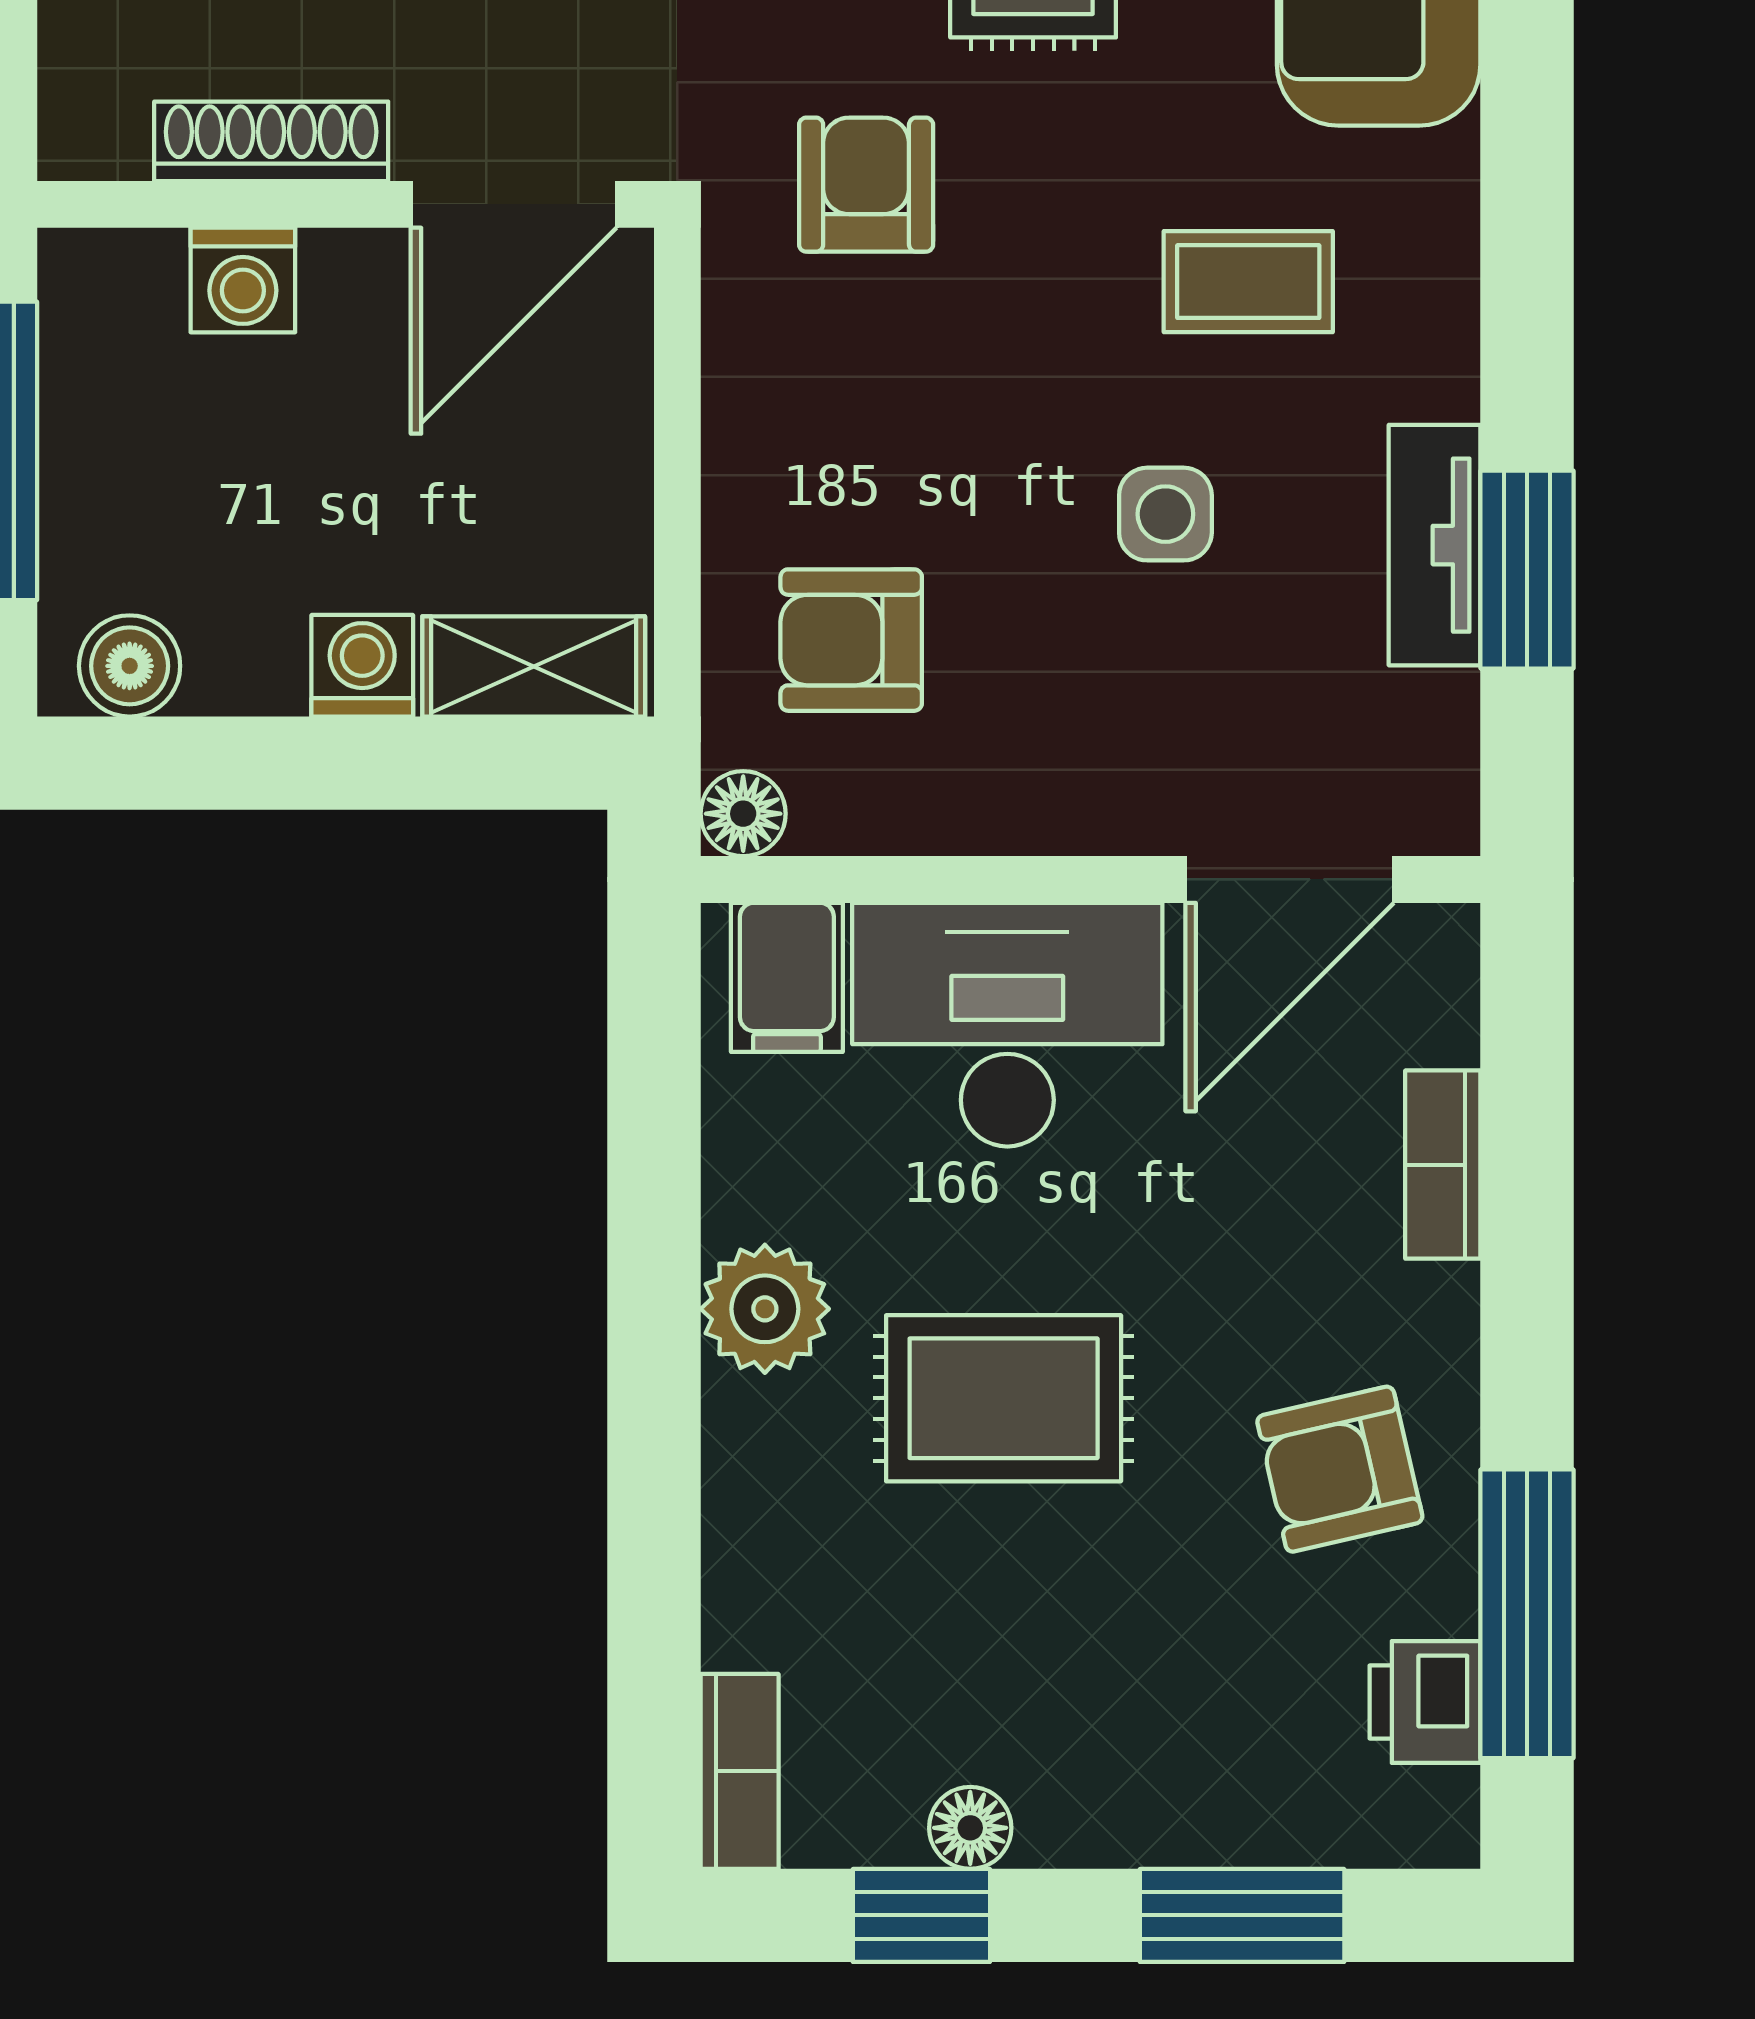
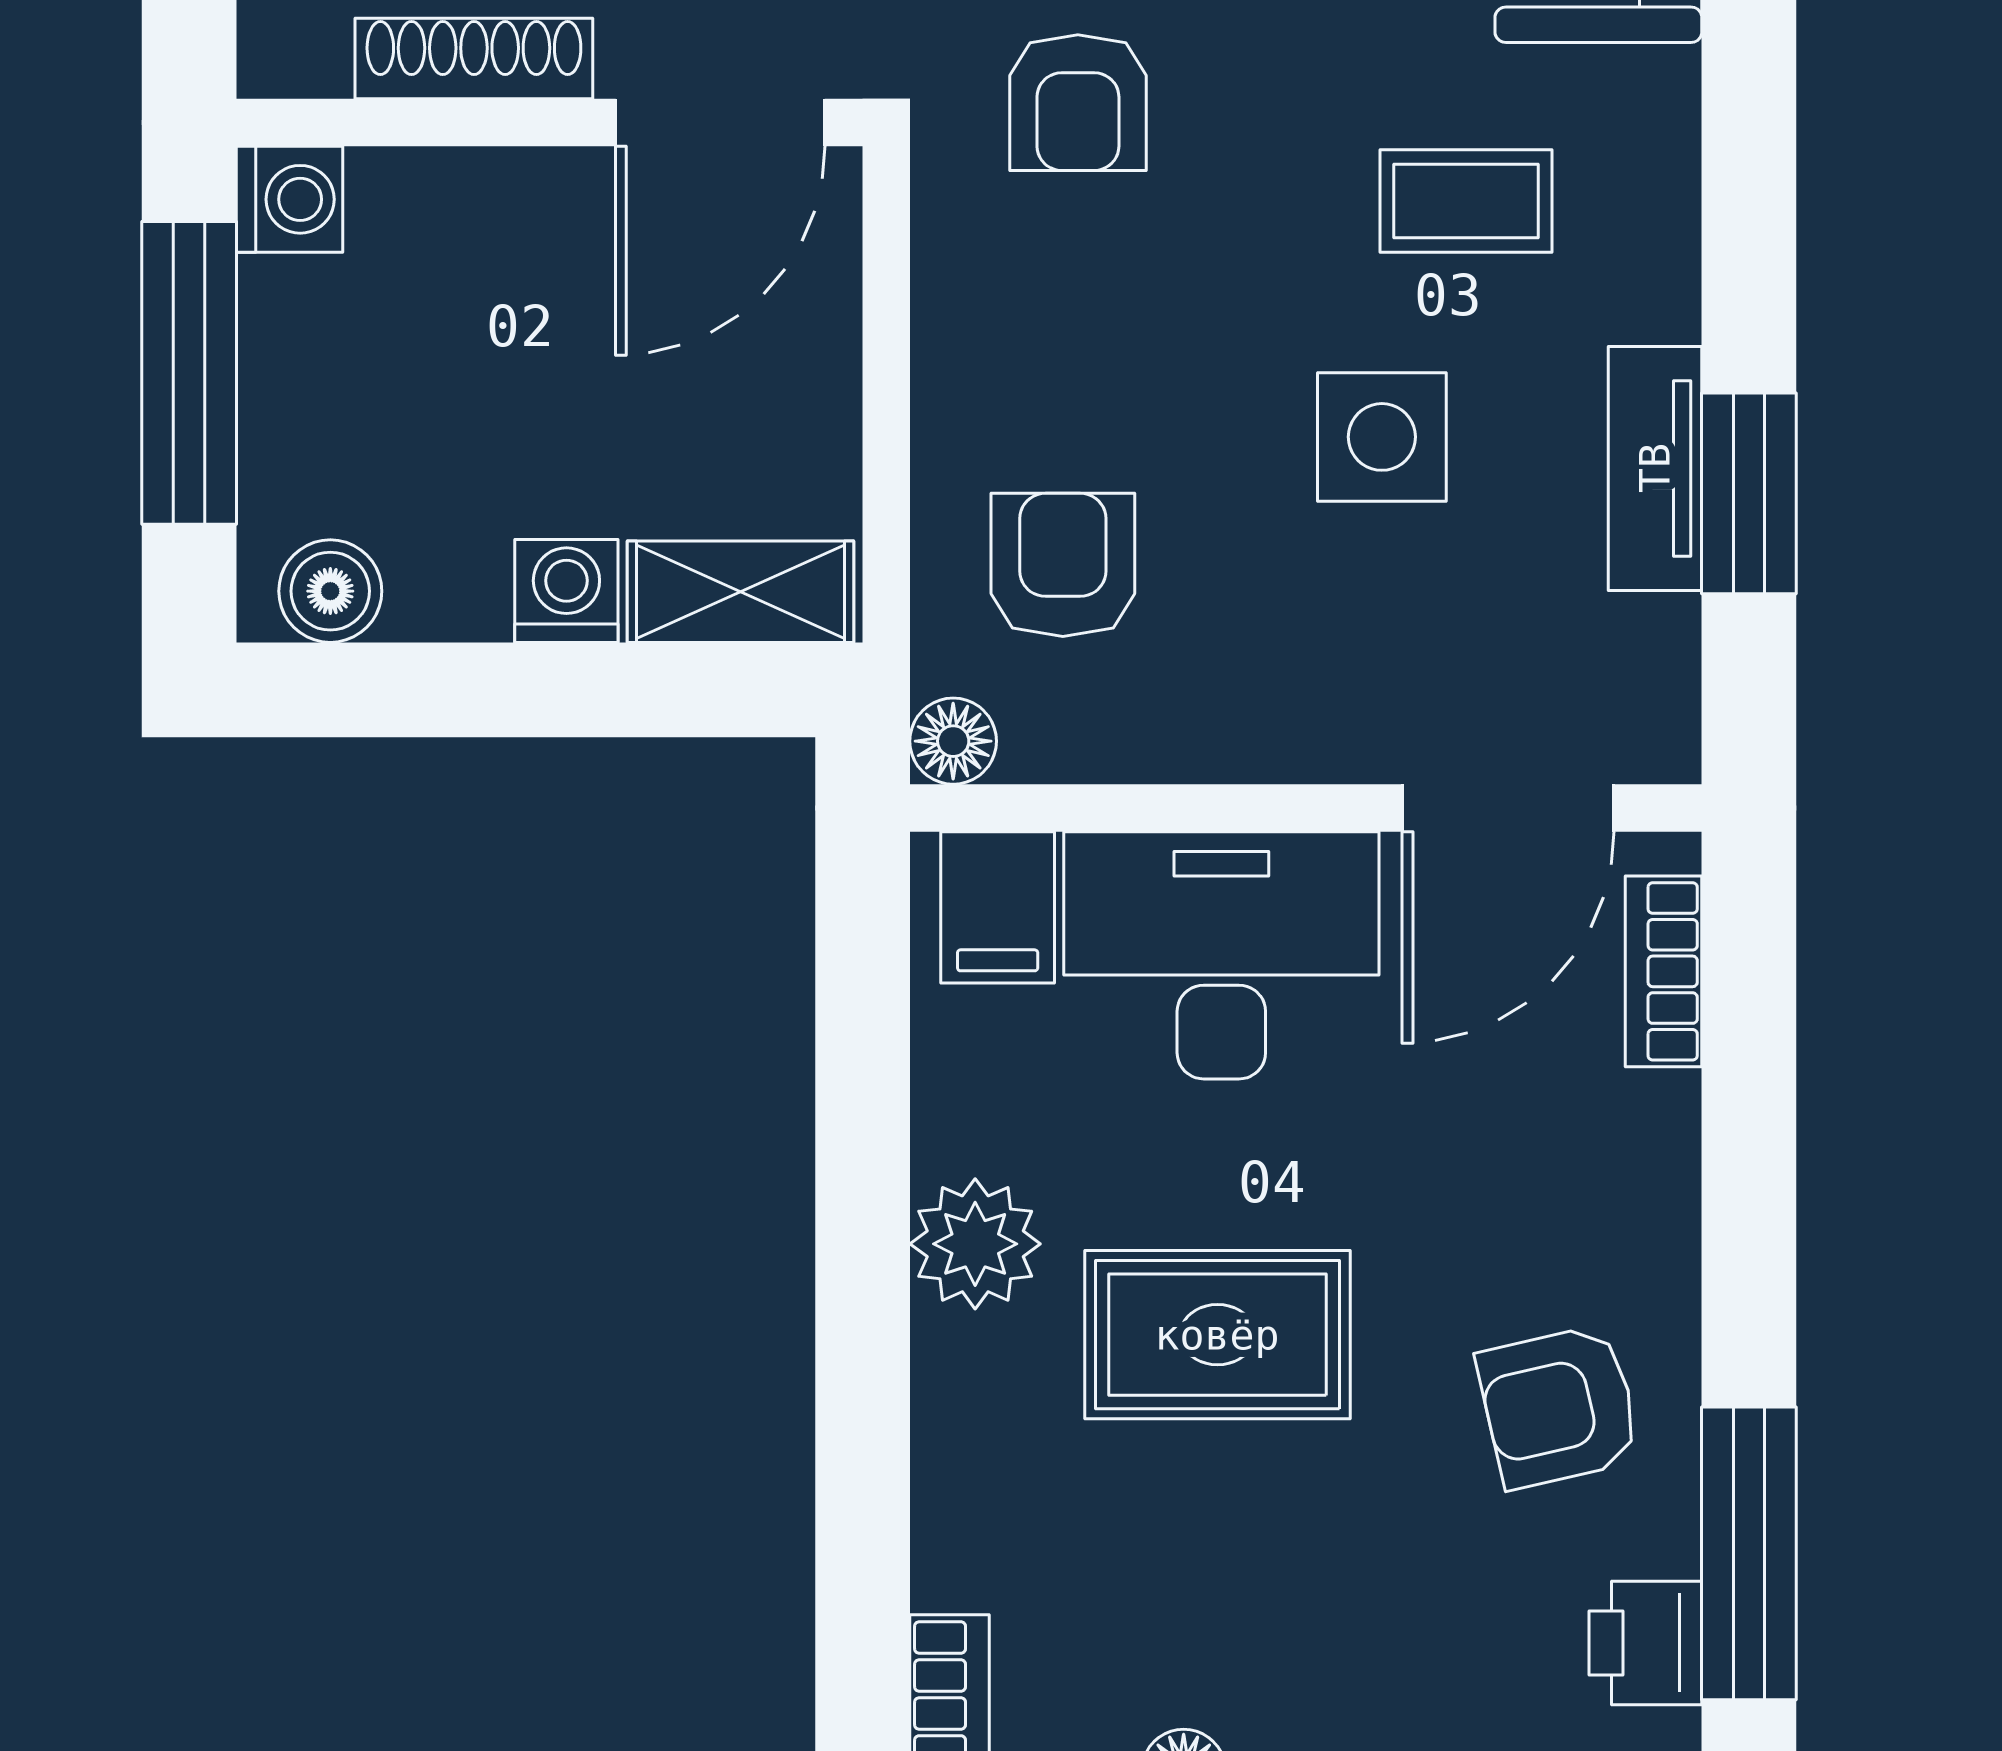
armchair: (866, 185) -> (1078, 103), turned 180
washing machine: (243, 280) -> (290, 199), moved, turned -90
side table: (1165, 514) -> (1382, 437), width x1.37, depth x1.37
armchair: (851, 640) -> (1063, 565), turned 90
bookcase: (1443, 1165) -> (1663, 971), moved

